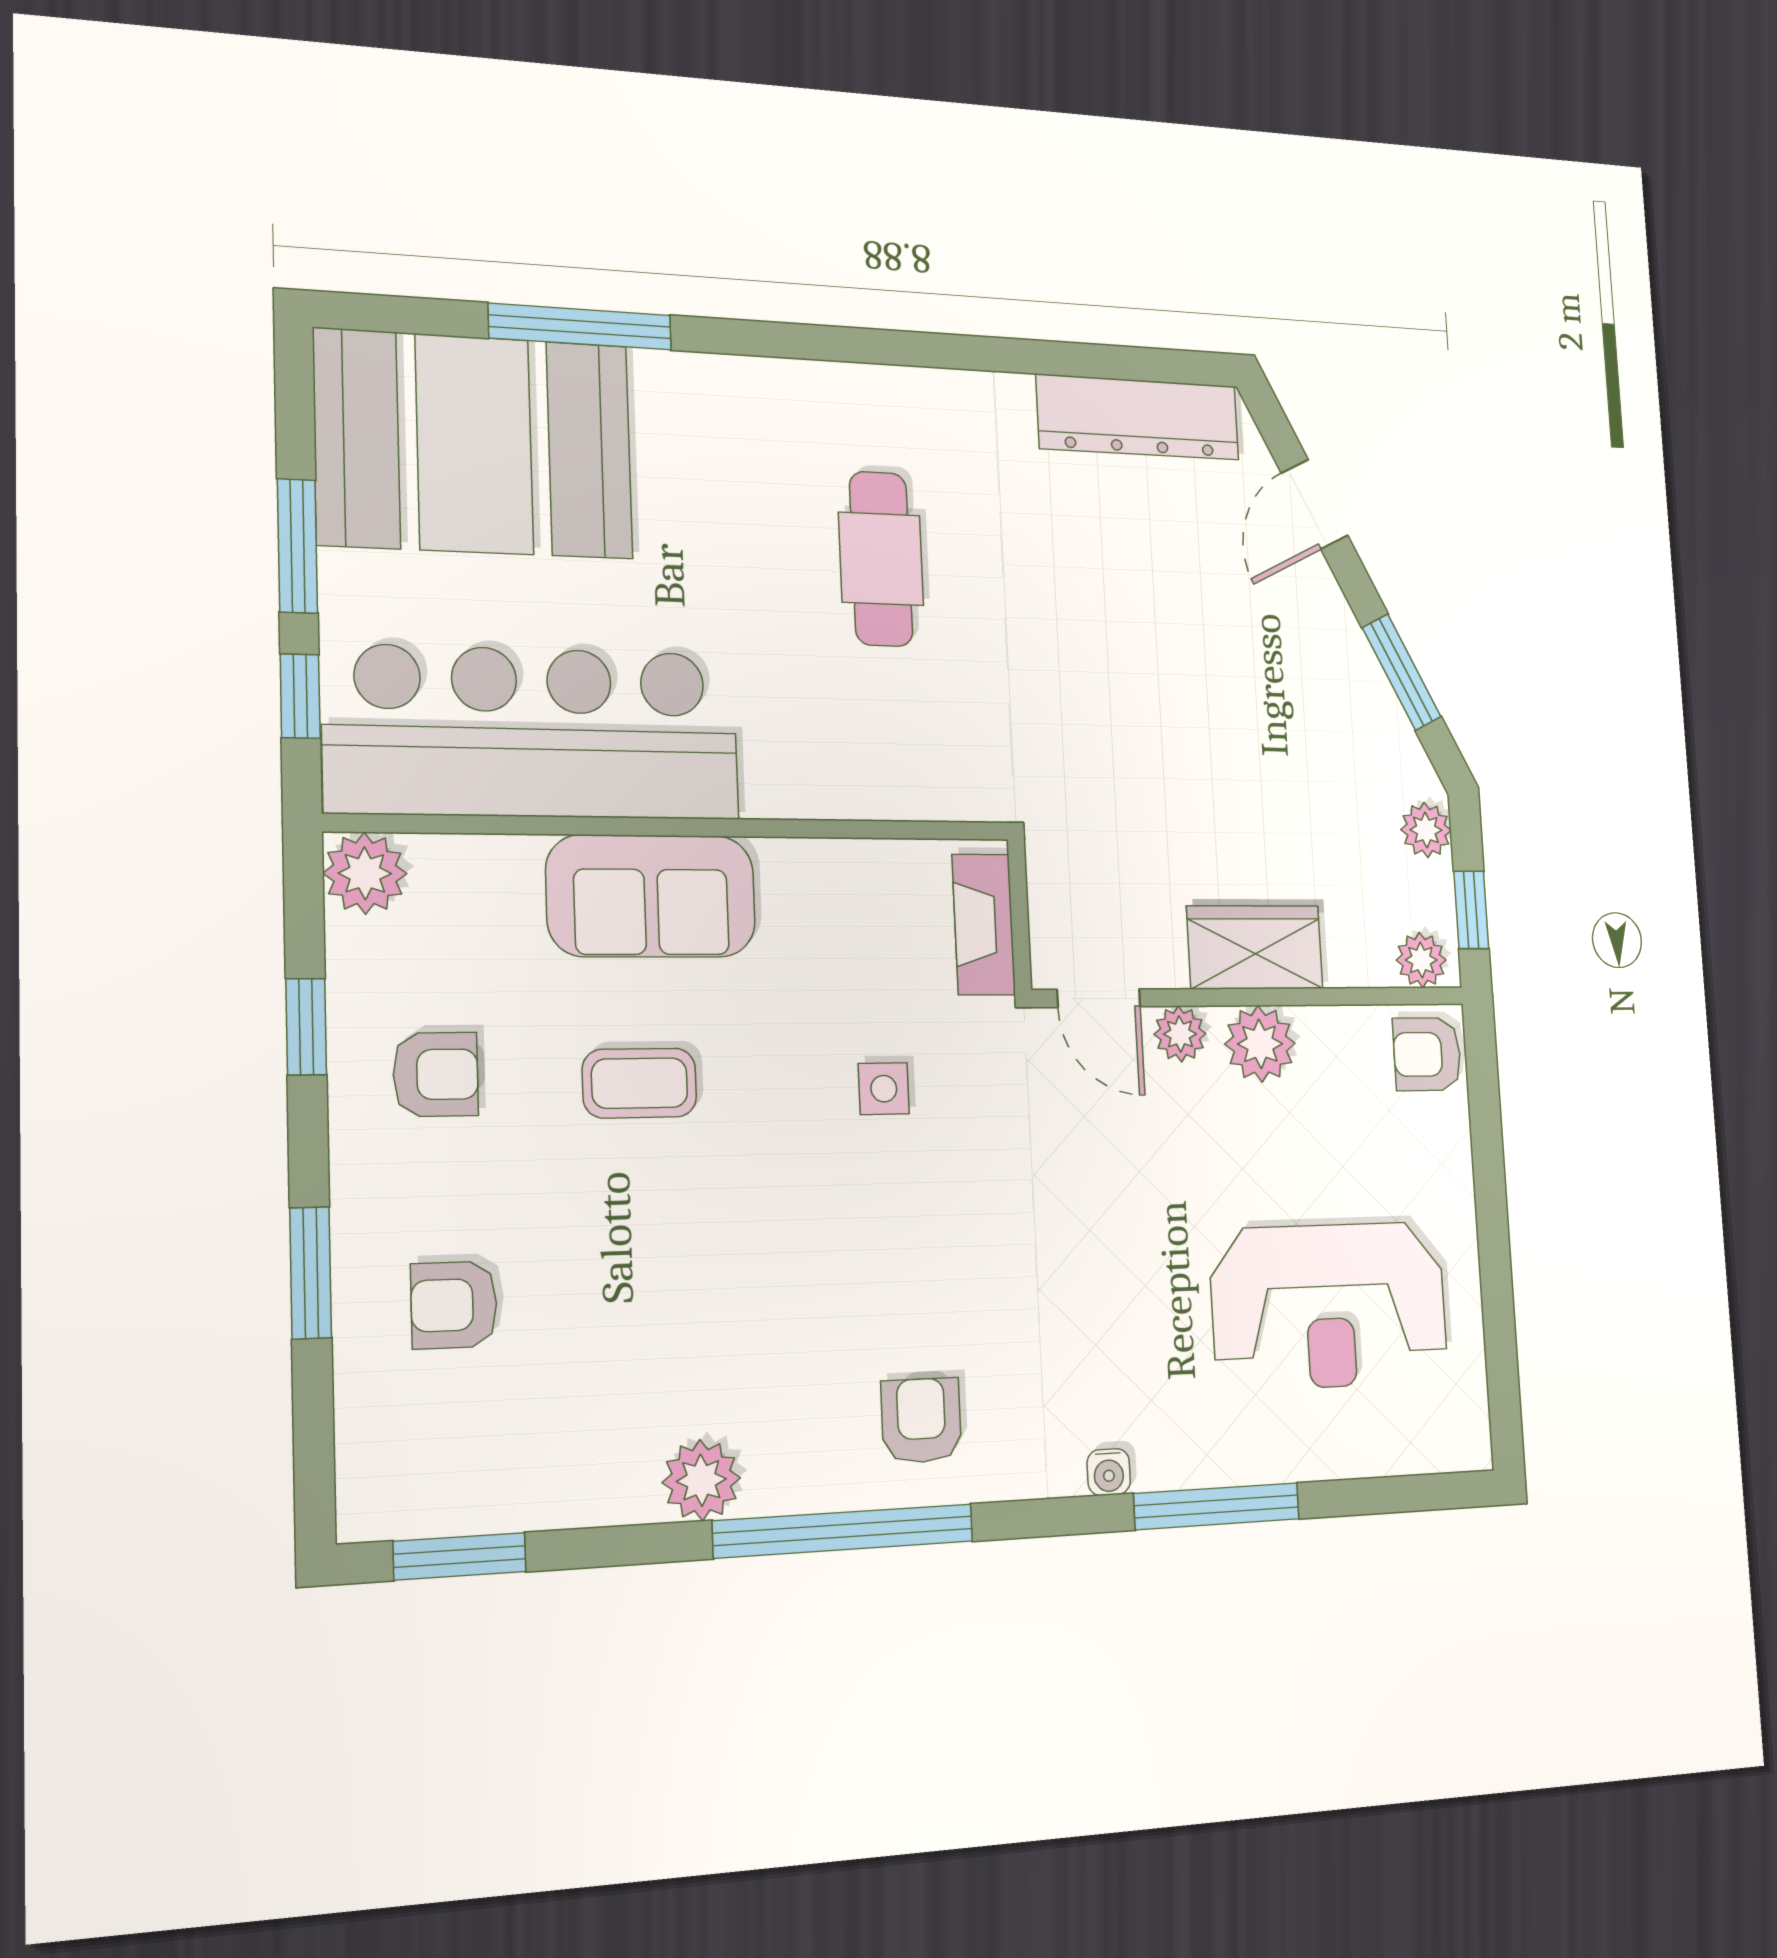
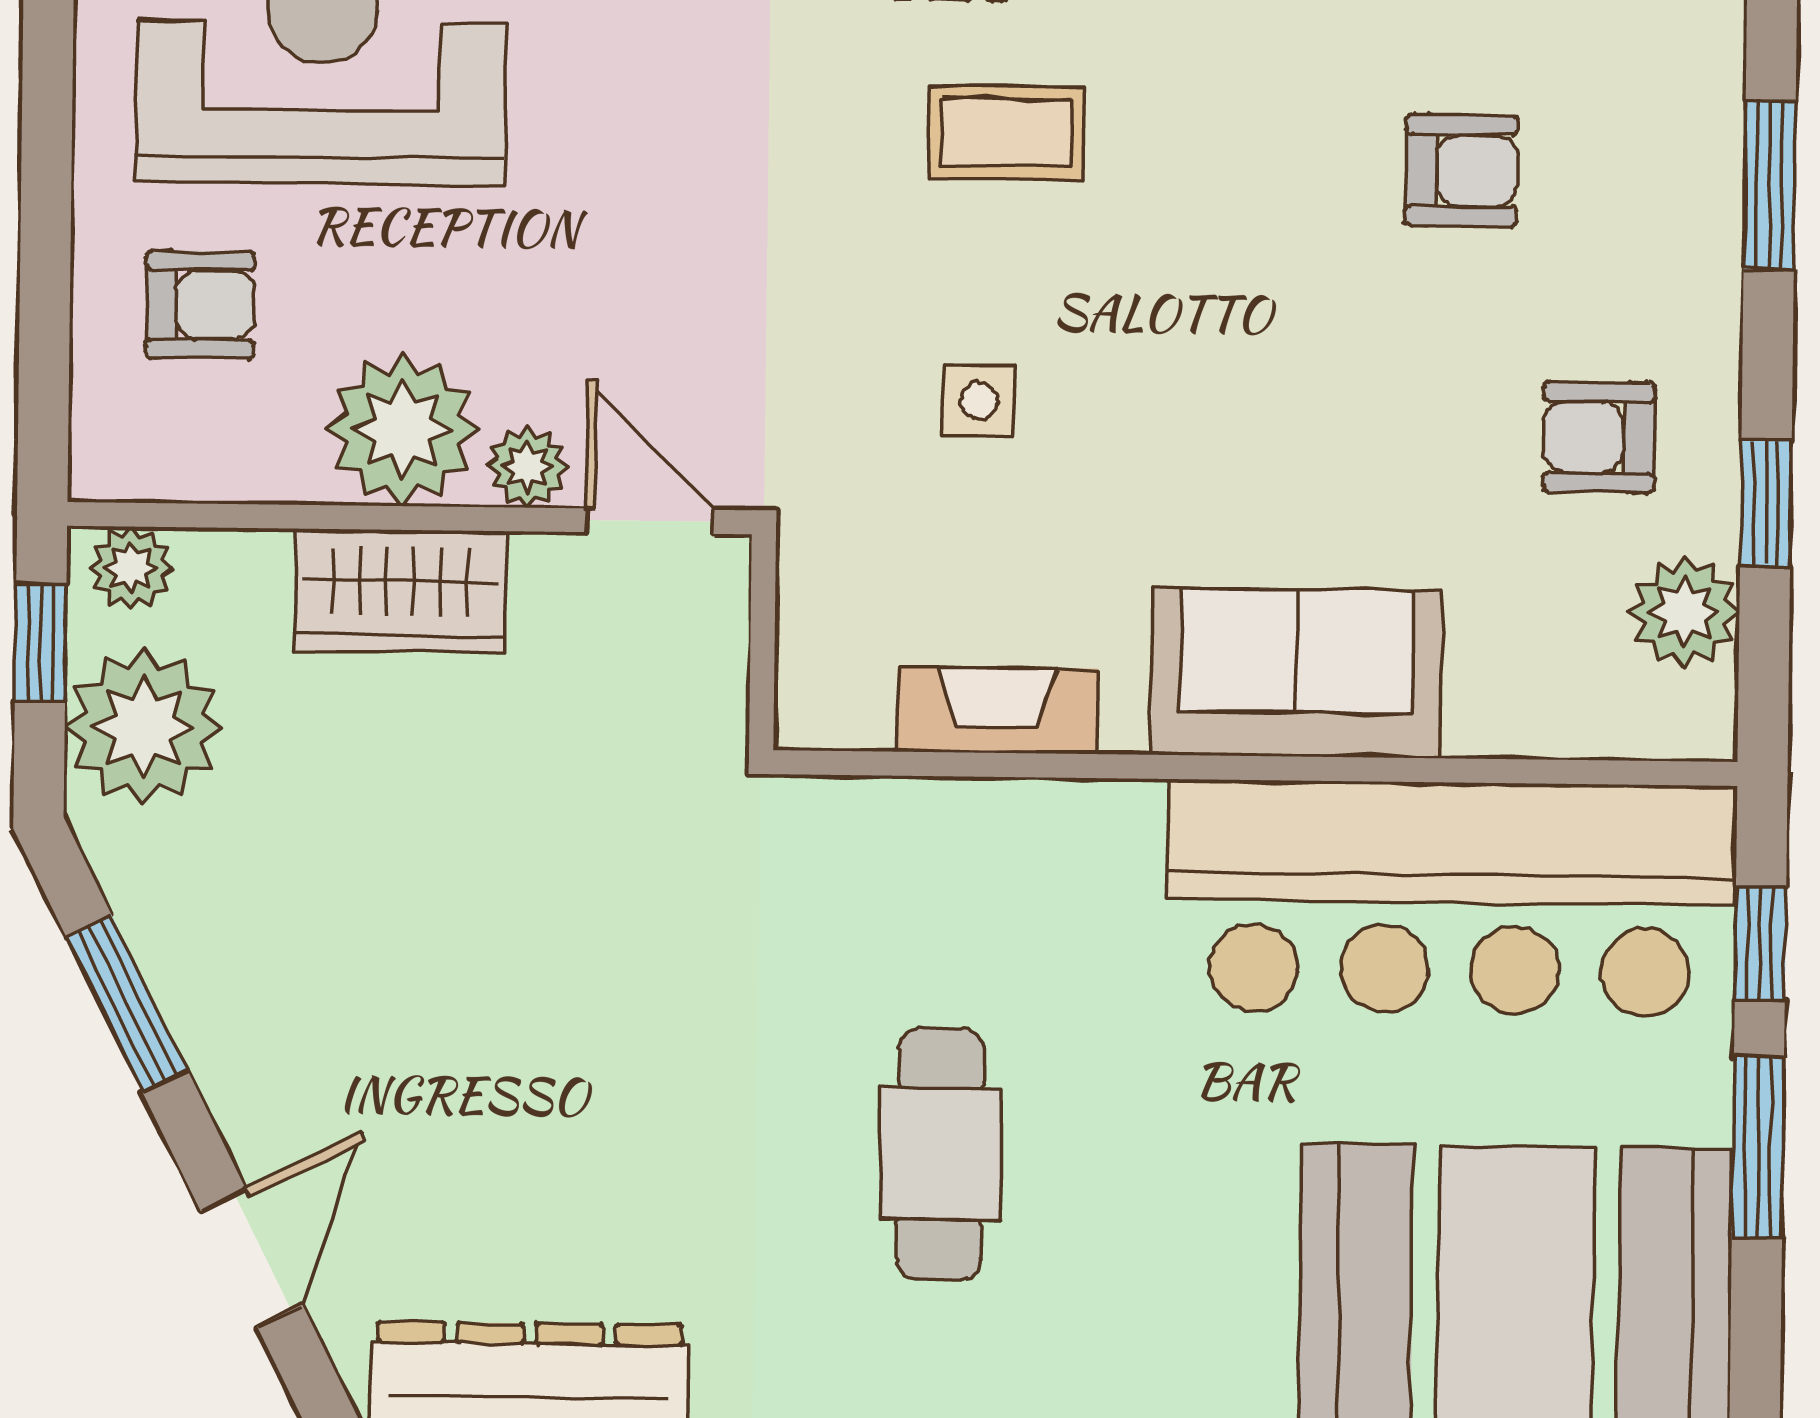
plant: (1426, 830) -> (144, 727), width x1.87, depth x1.87
plant: (365, 873) -> (1684, 612), moved
fireplace: (984, 924) -> (997, 710), moved, turned -90
plant: (1260, 1044) -> (403, 429), width x1.36, depth x1.36
armchair: (1427, 1054) -> (200, 305), moved
coffee table: (639, 1083) -> (1007, 133), moved
armchair: (454, 1305) -> (1461, 170), moved

